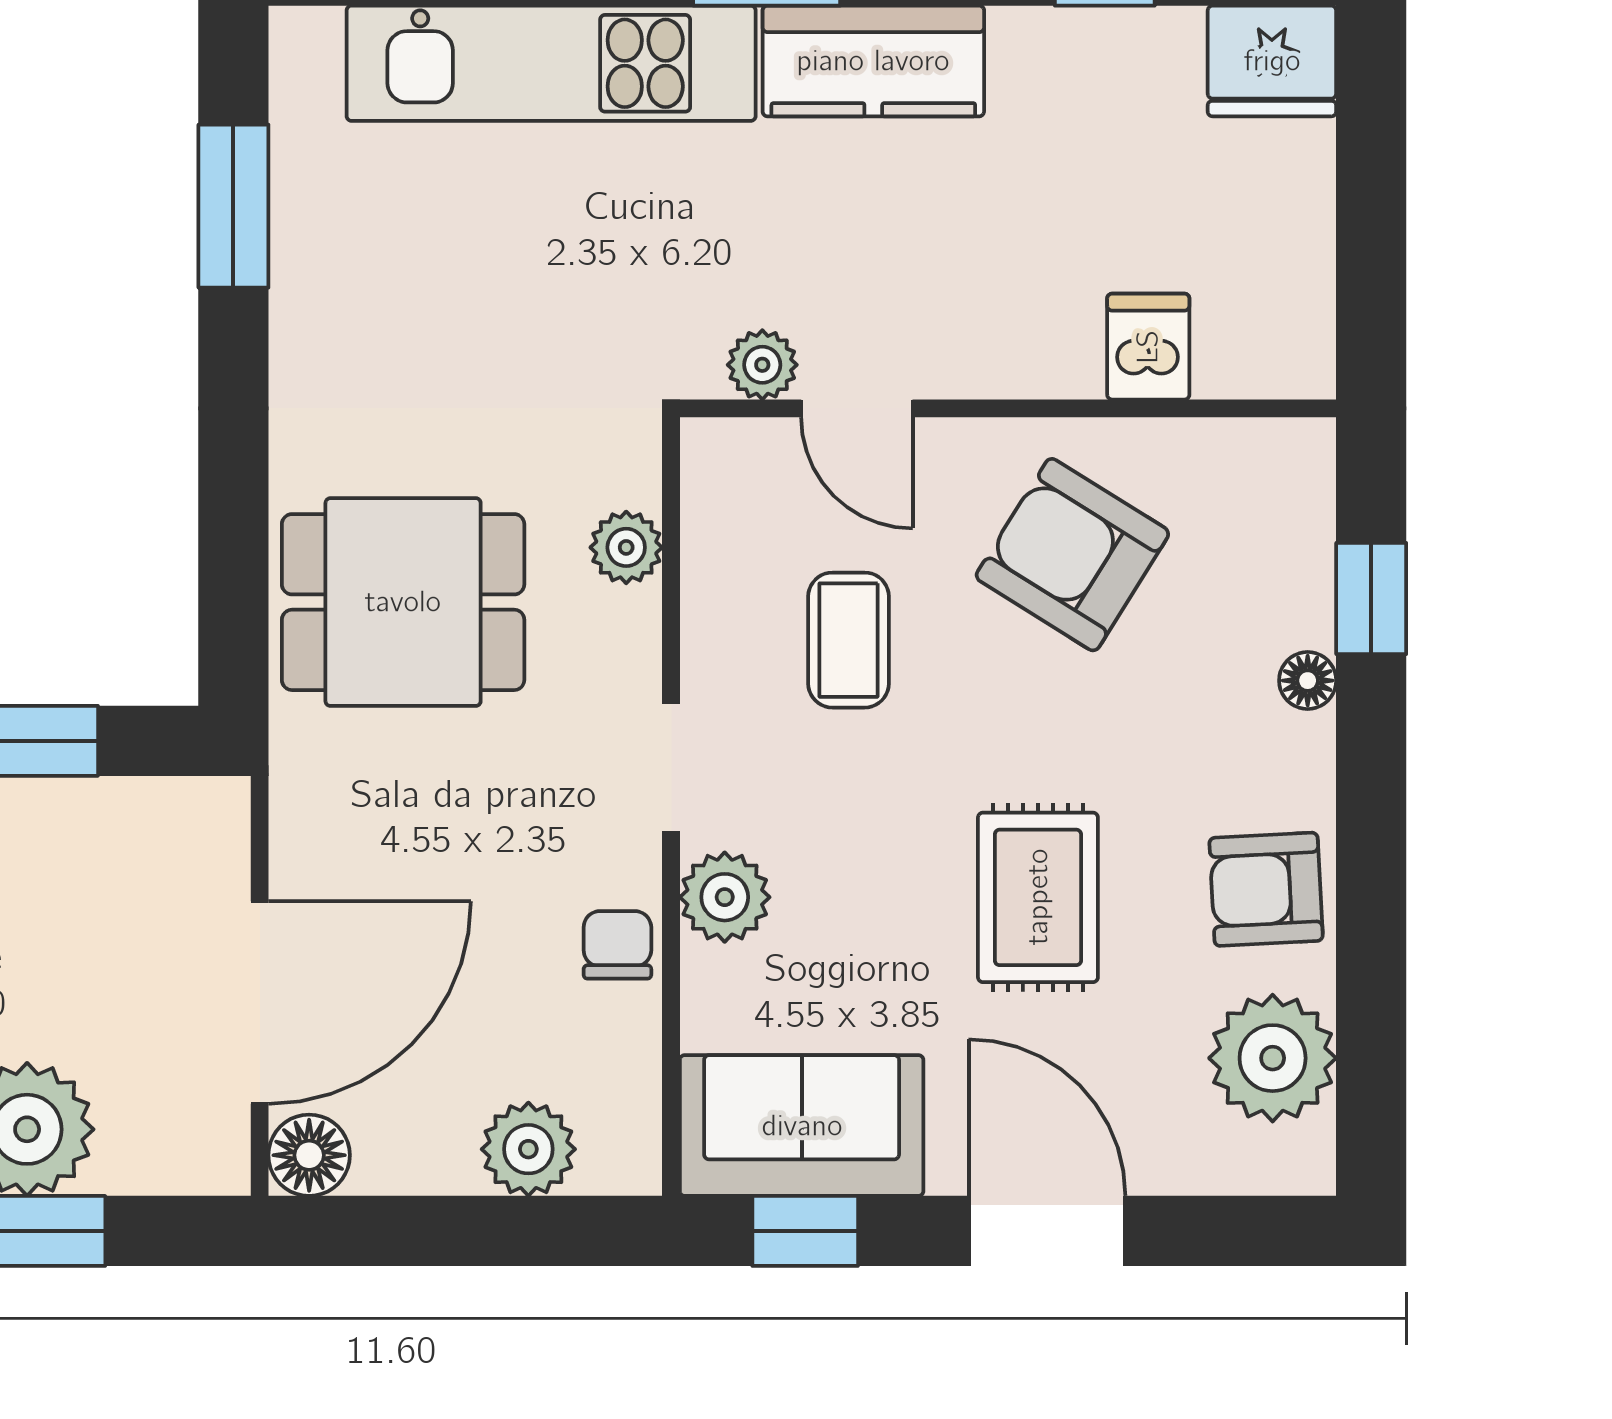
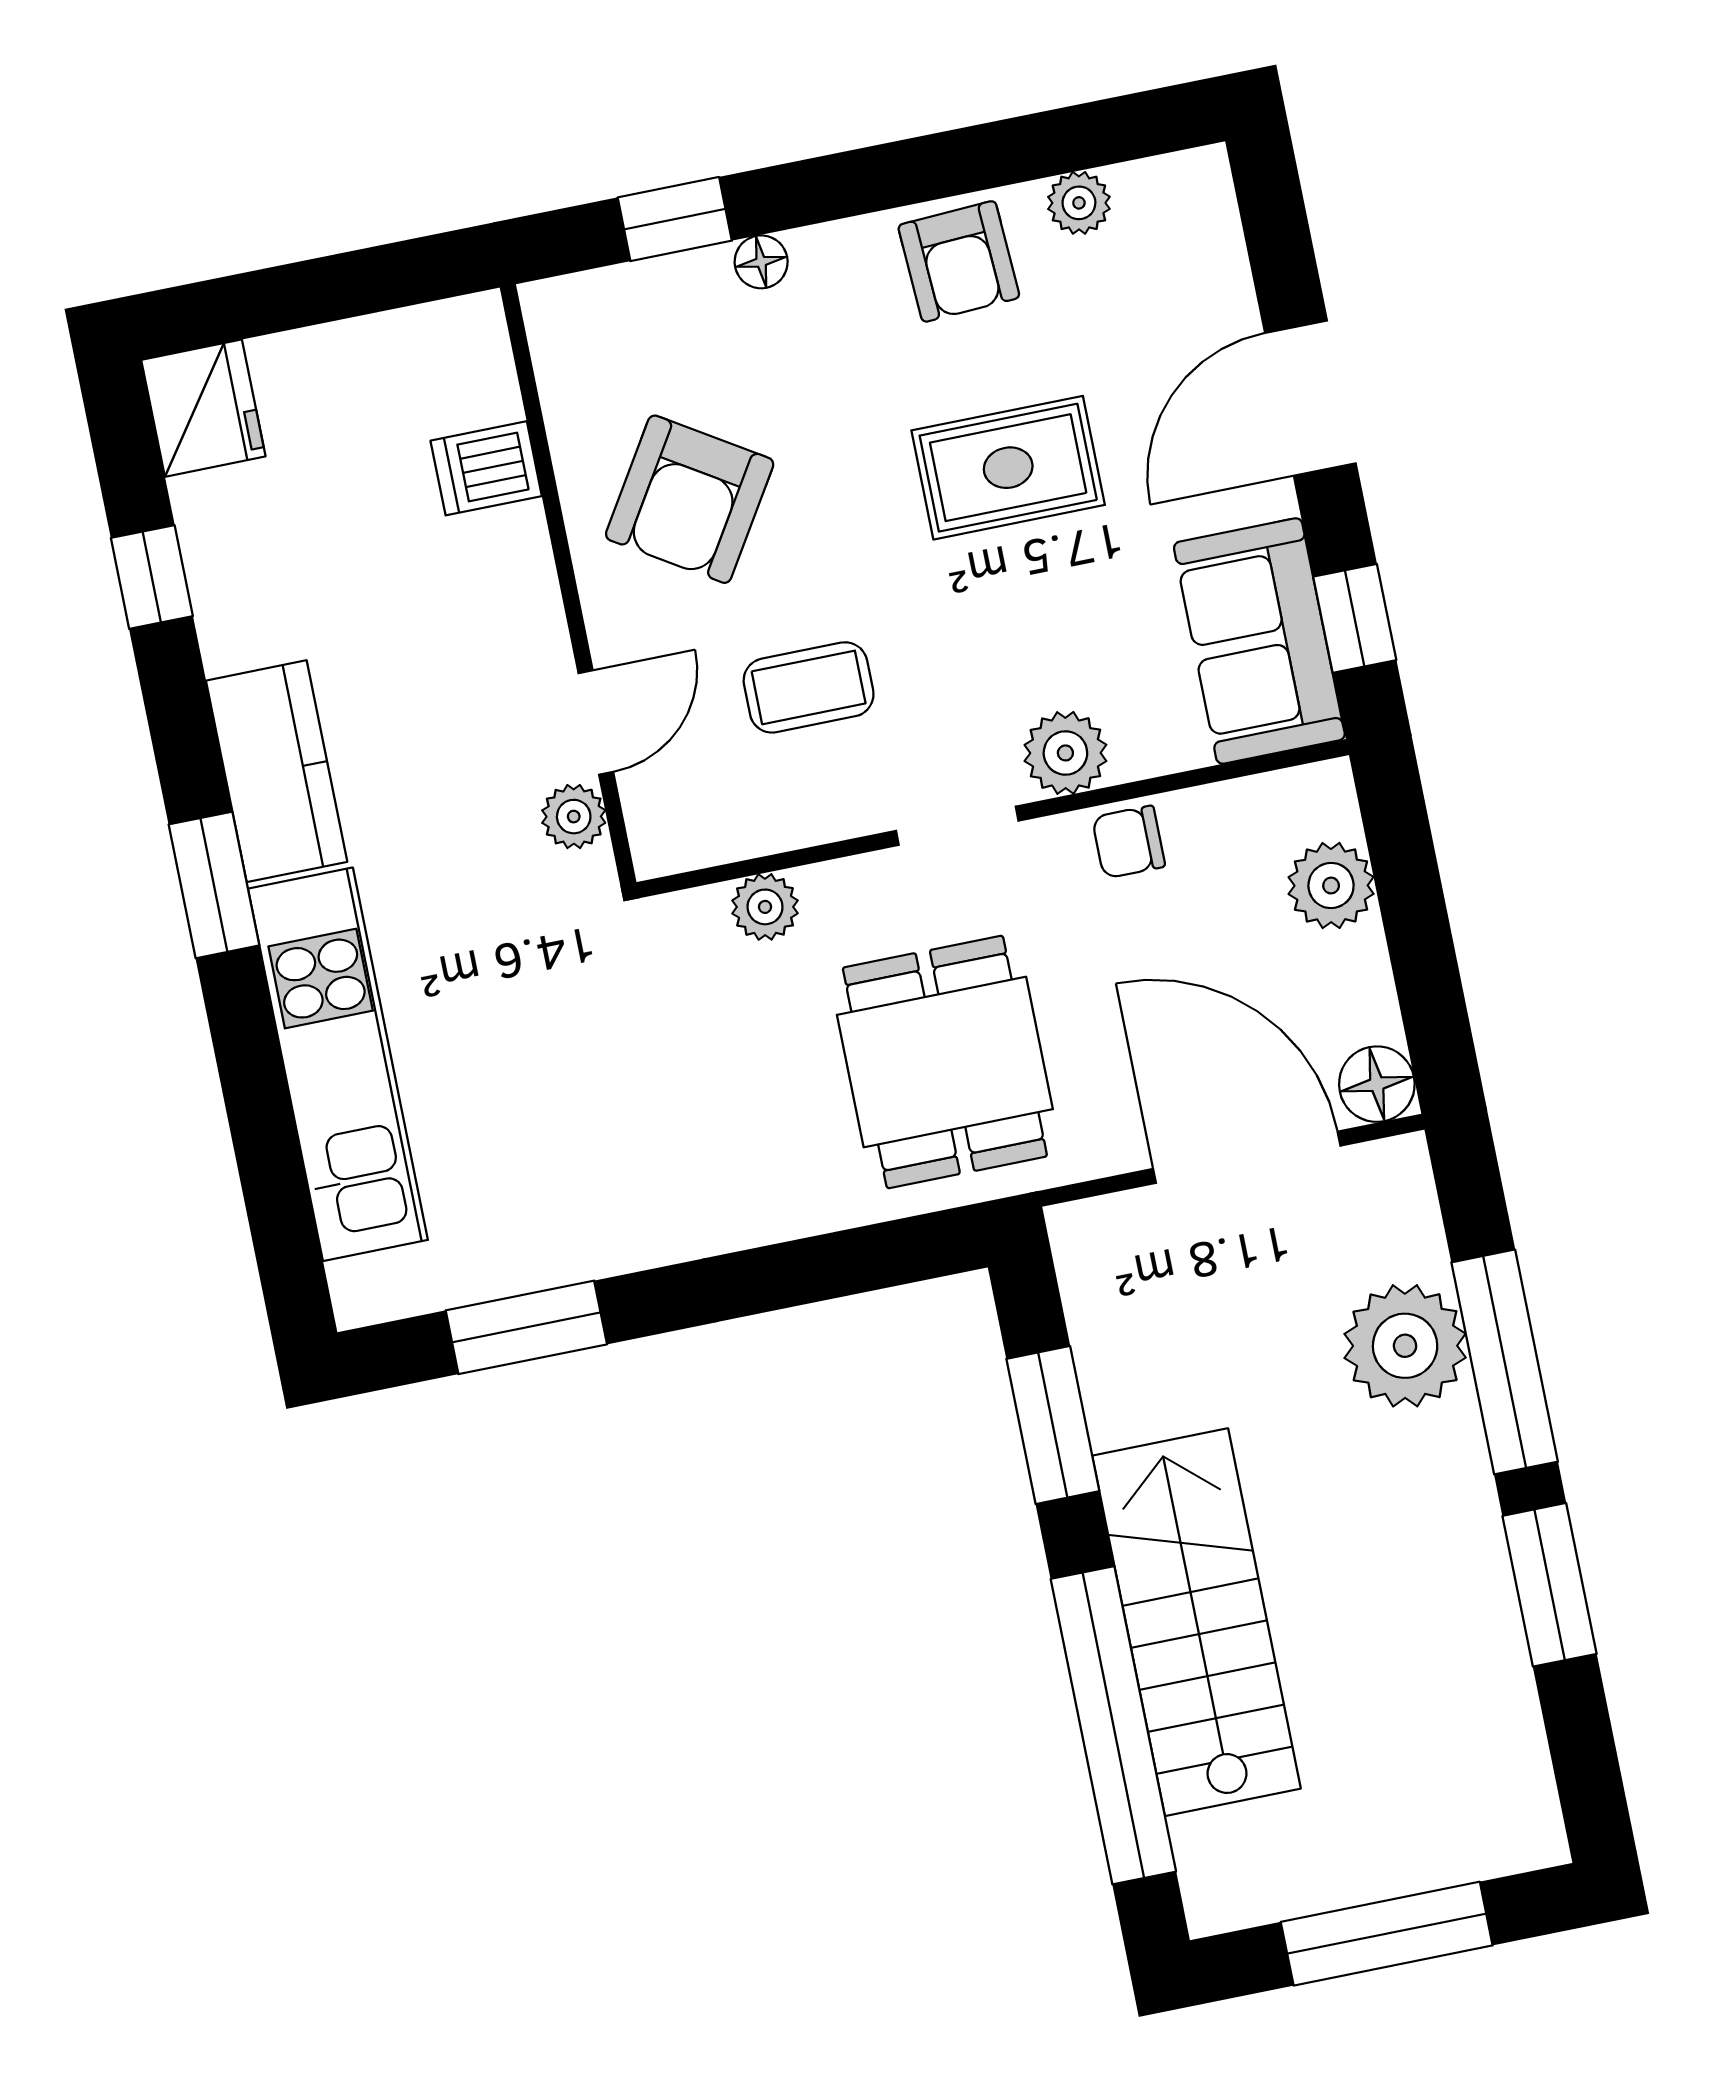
dining table: (403, 602) -> (945, 1062), moved
plant: (1273, 1058) -> (1079, 203), width x0.53, depth x0.53

